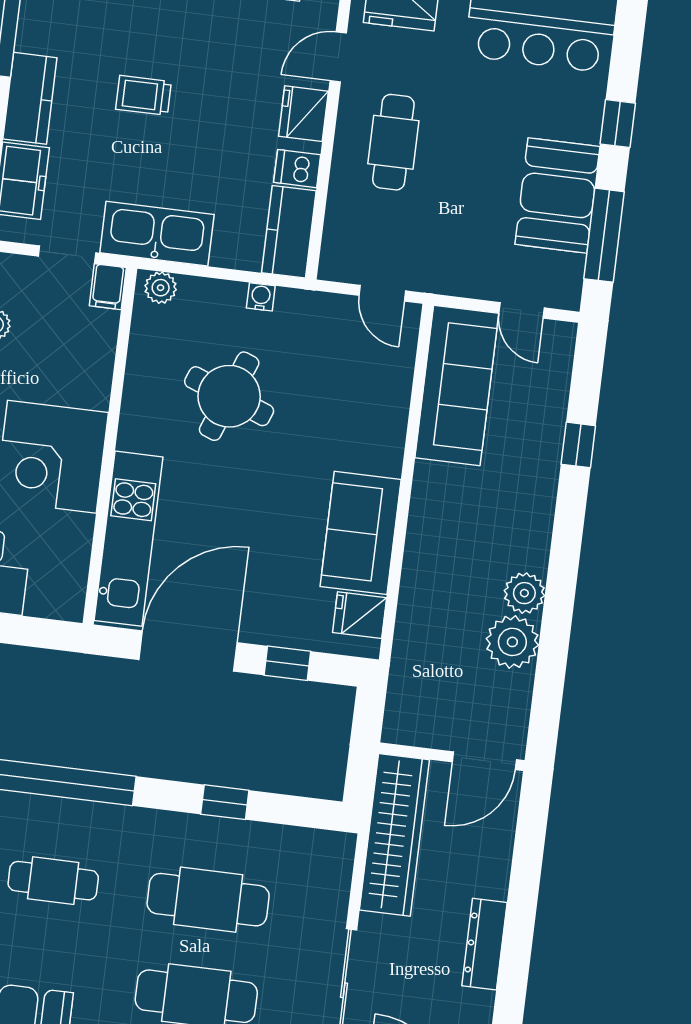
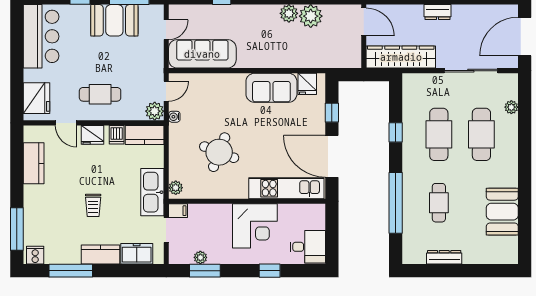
plant: (340, 261) -> (155, 111), added
water cooler: (261, 297) -> (174, 117), moved
dresser: (484, 944) -> (438, 12), width x0.70

